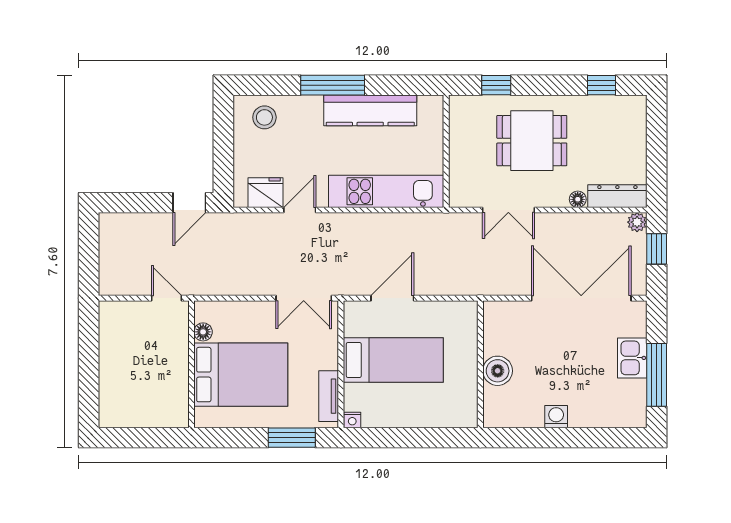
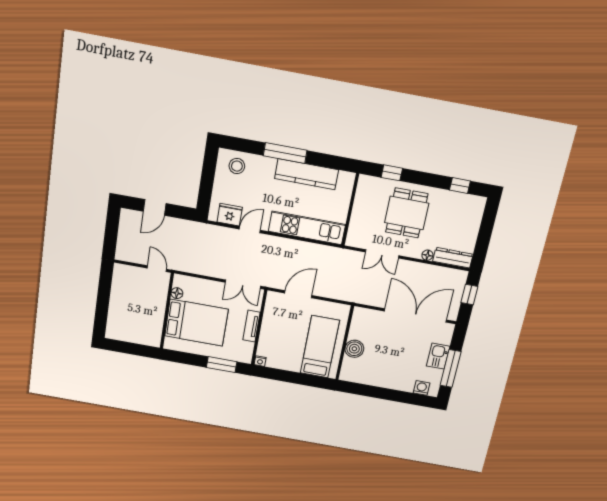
dining table: (532, 141) -> (407, 213), turned 90
door: (189, 203) -> (155, 207), moved
plant: (637, 222) -> (461, 276), removed
bed: (393, 360) -> (320, 347), moved, turned -90
tv unit: (329, 396) -> (252, 326), moved
washing machine: (556, 417) -> (422, 388), moved

